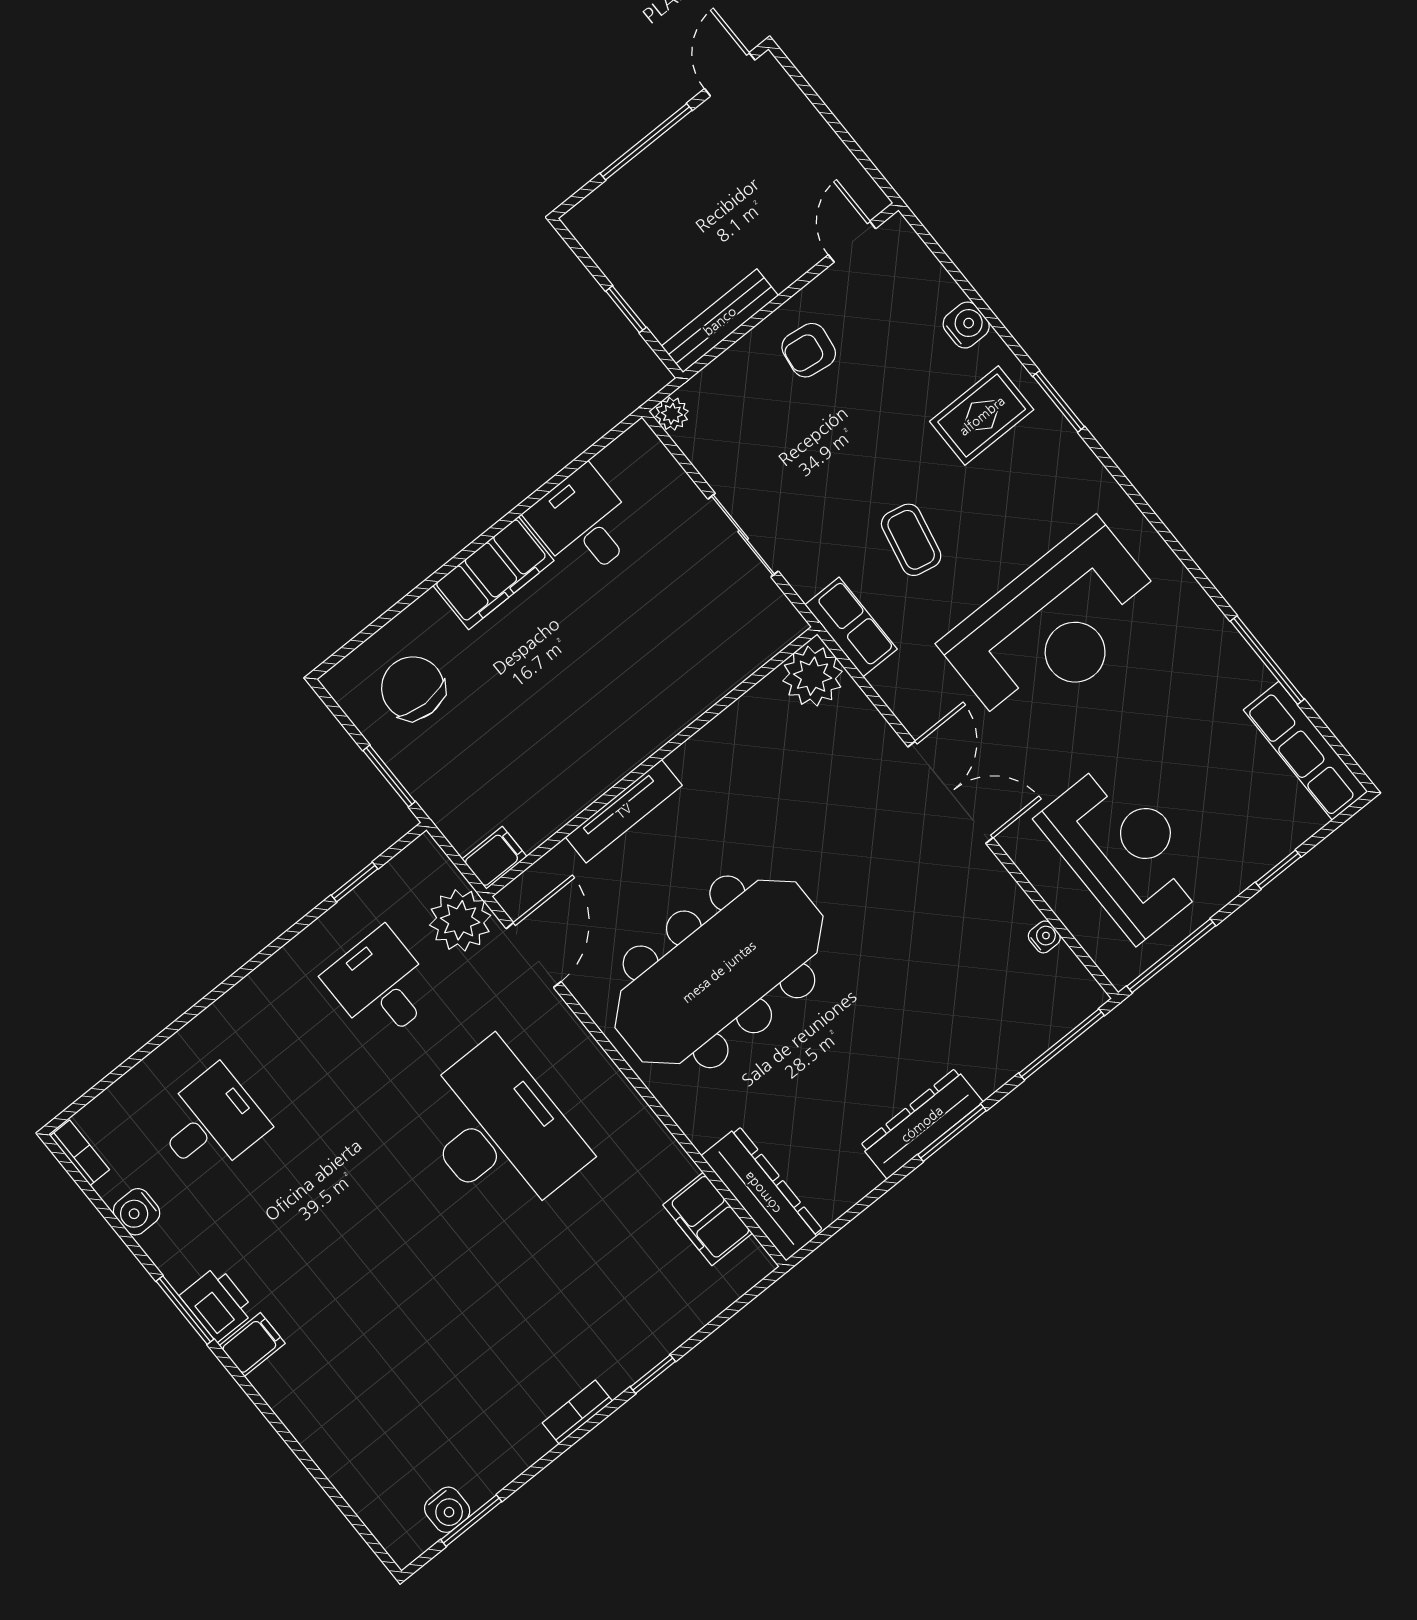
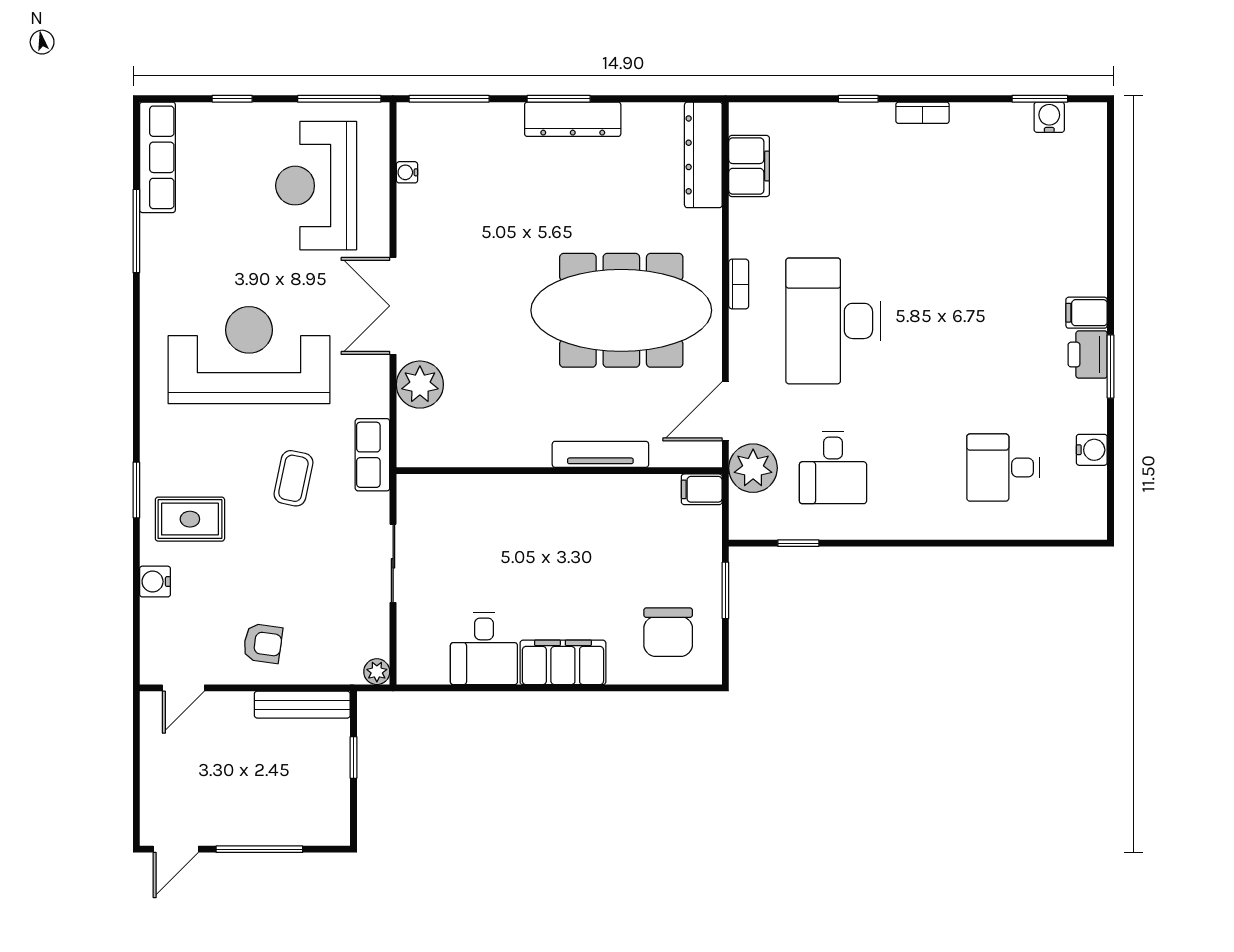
plant: (813, 676) -> (420, 385), moved
bookcase: (80, 1153) -> (739, 284), moved, turned 180

